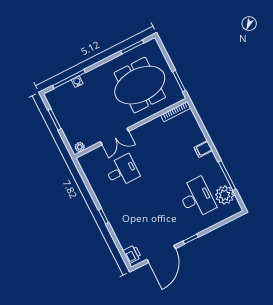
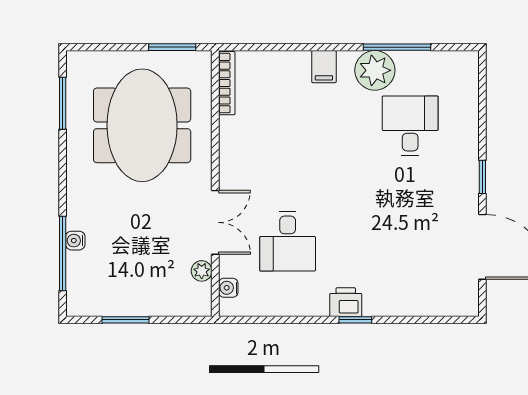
plant: (80, 147) -> (202, 271), moved
water cooler: (90, 156) -> (228, 288), added
desk: (122, 171) -> (288, 241), turned 180
plant: (225, 195) -> (375, 70), moved
desk: (197, 198) -> (410, 126), width x0.73
printer: (132, 254) -> (346, 302), moved

